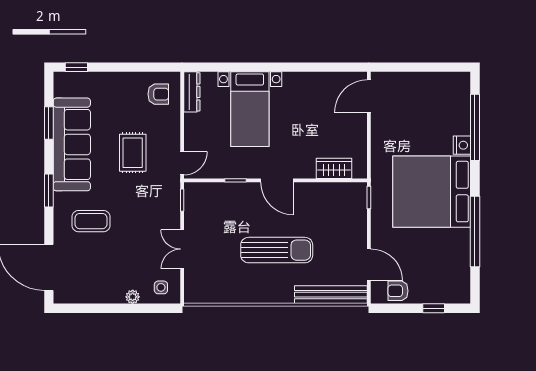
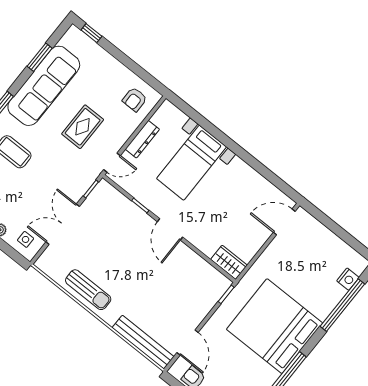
dresser: (192, 92) -> (142, 139), moved
armchair: (158, 94) -> (135, 99), turned 90
nightstand: (462, 145) -> (348, 279), moved
wardrobe: (334, 168) -> (229, 262), moved
double door: (182, 249) -> (63, 224), width x1.37
sun lounger: (277, 250) -> (88, 290), moved, width x0.73, depth x0.75

